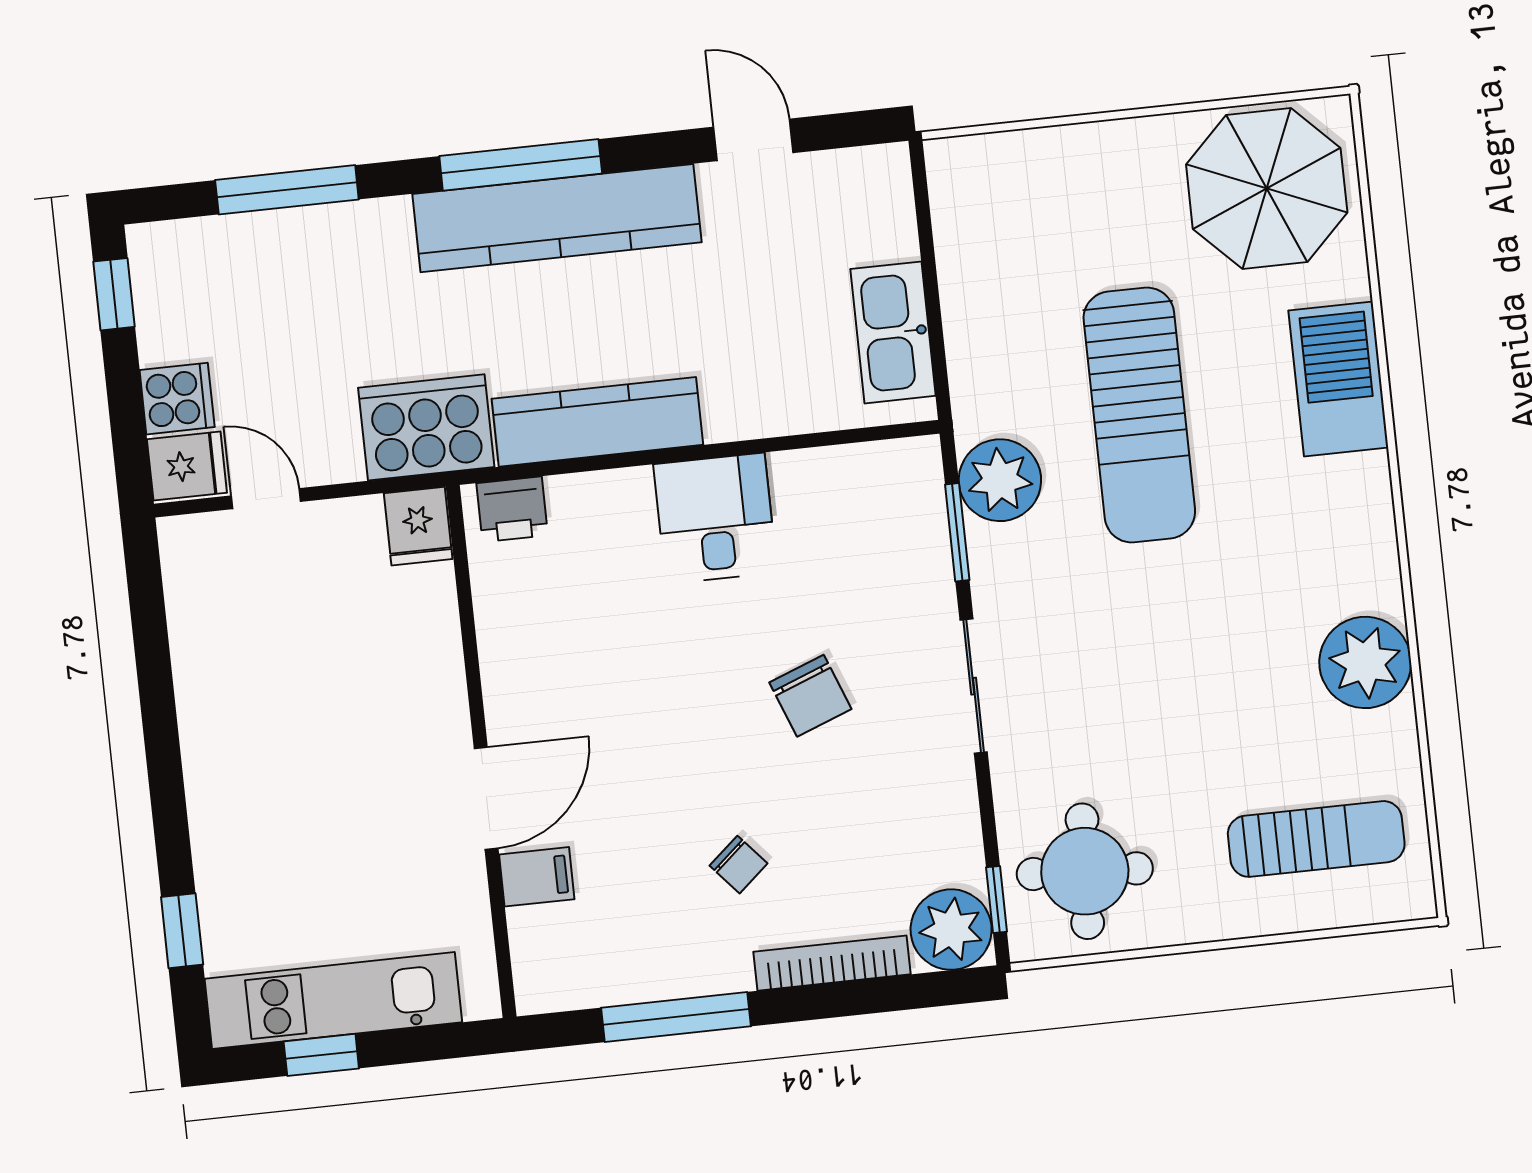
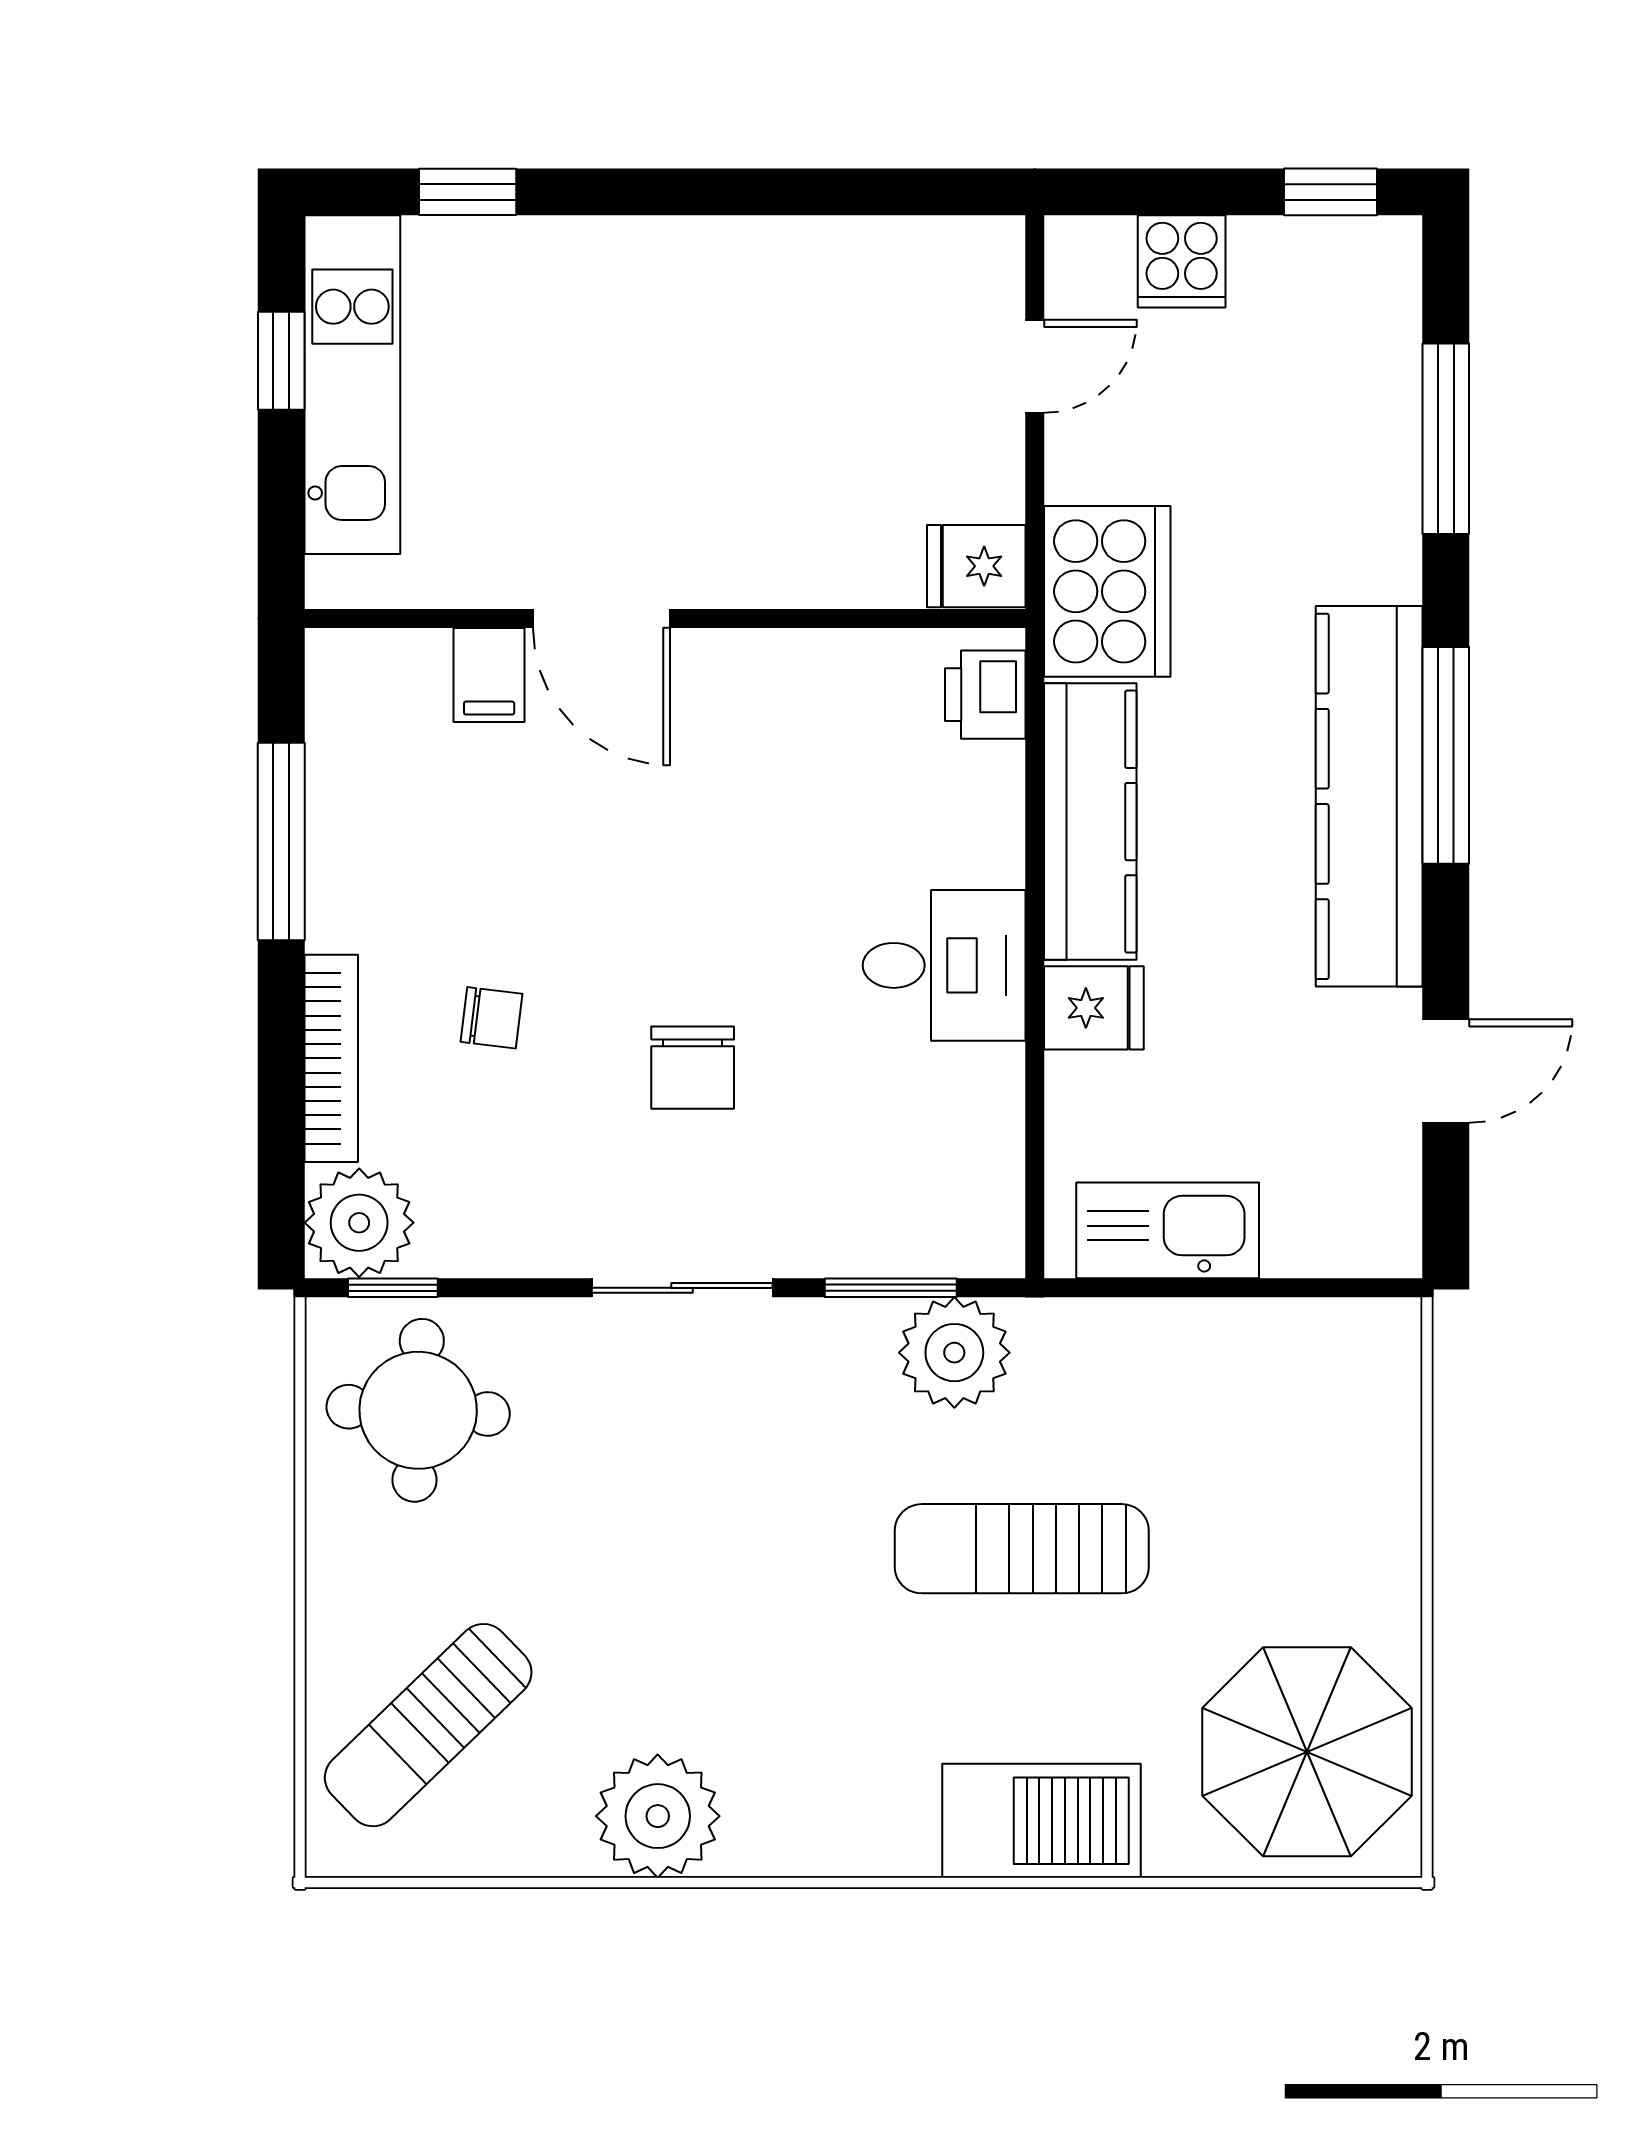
sun lounger: (1139, 415) -> (1022, 1549), width x0.73, depth x0.75
fridge: (187, 466) -> (1094, 1008), moved, turned -90
chair: (810, 696) -> (693, 1068), turned -69
sun lounger: (1316, 839) -> (428, 1725), turned 46
chair: (739, 865) -> (491, 1018), moved, turned -132

